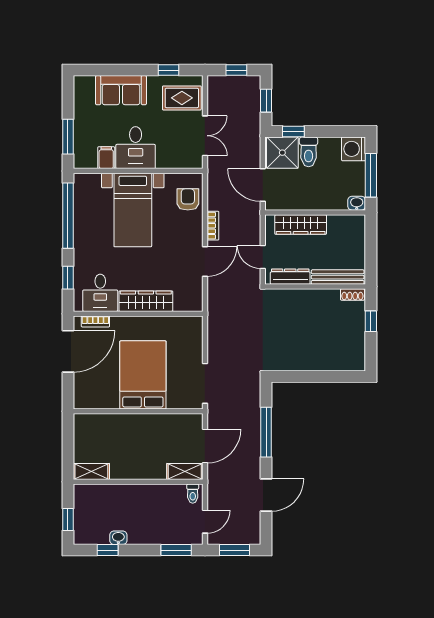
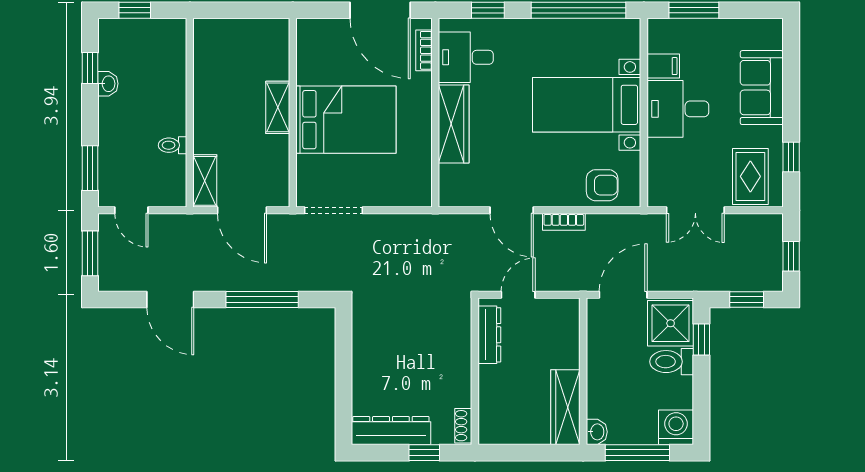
wardrobe: (301, 225) -> (565, 407), moved
bench: (338, 277) -> (489, 404), removed
dresser: (356, 344) -> (391, 431), added
shelving: (91, 471) -> (278, 107), moved
toilet: (193, 494) -> (173, 145), moved

